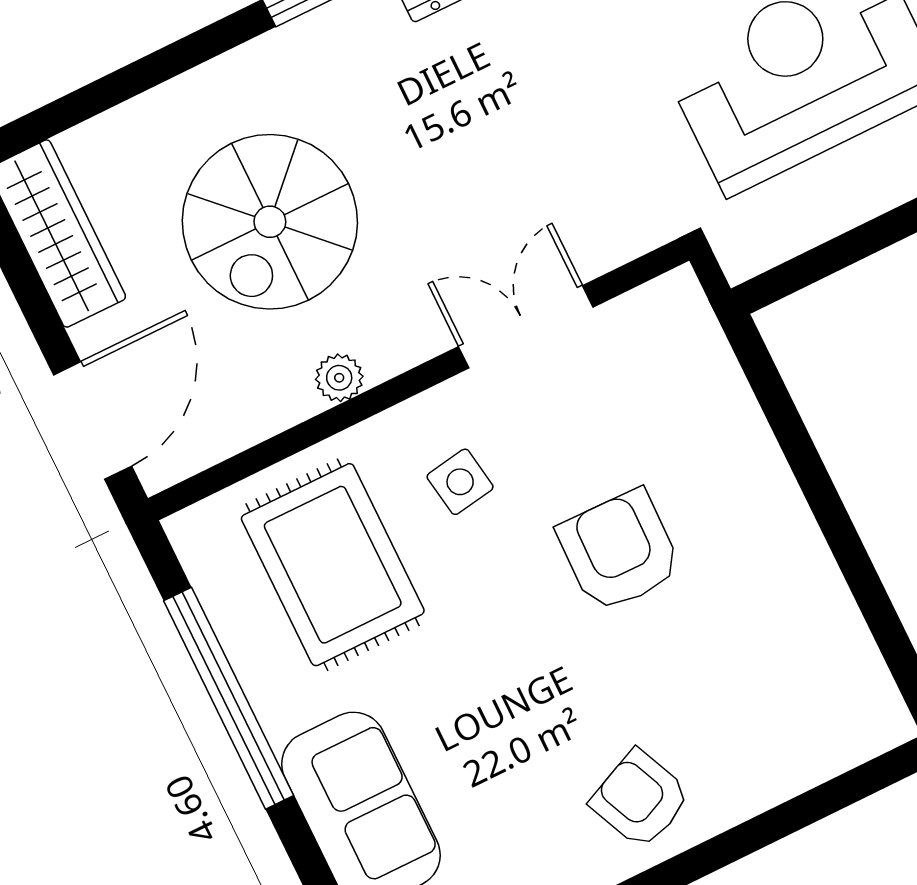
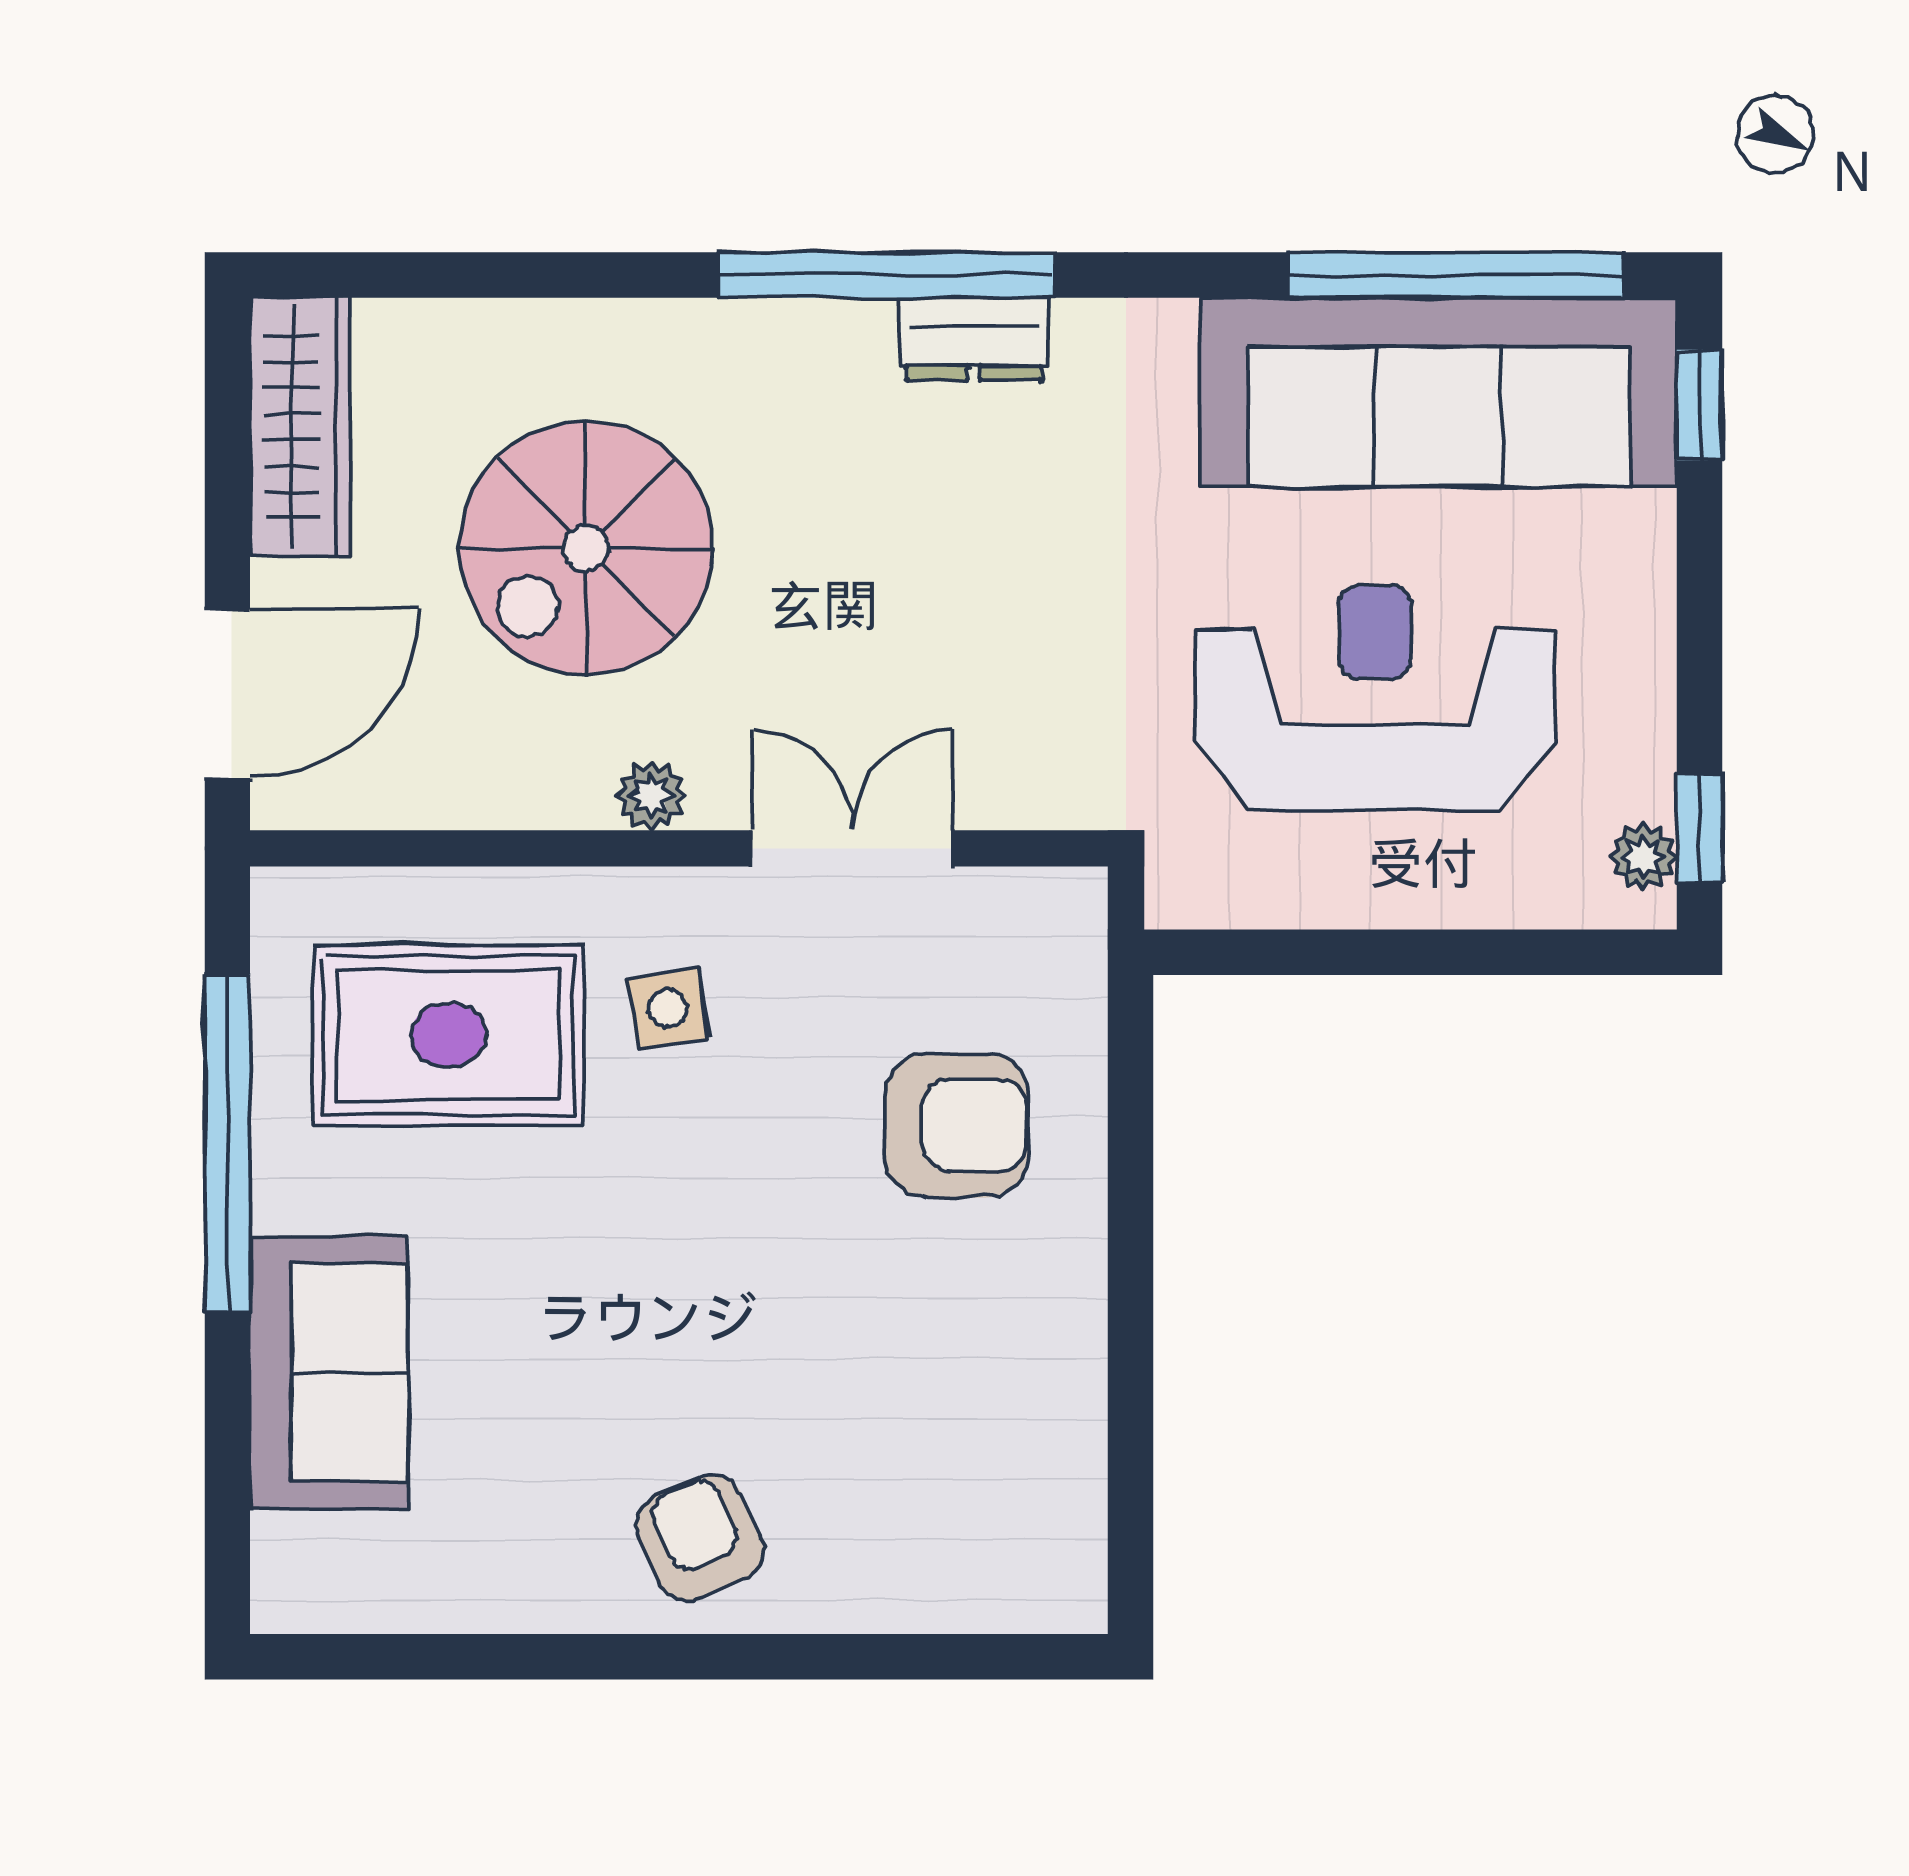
plant: (339, 378) -> (651, 796), moved
armchair: (619, 551) -> (957, 1125), moved, turned 89
rug: (333, 565) -> (449, 1035), turned 90

